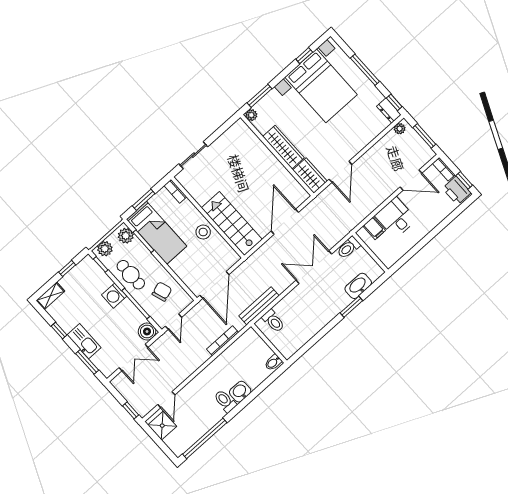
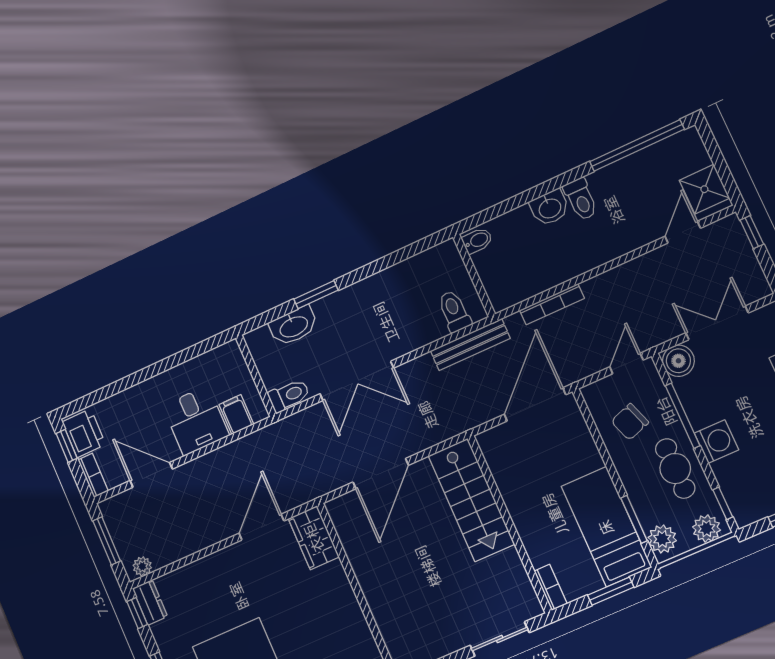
wardrobe: (283, 147) -> (342, 601), removed
stool: (203, 232) -> (525, 501), removed

